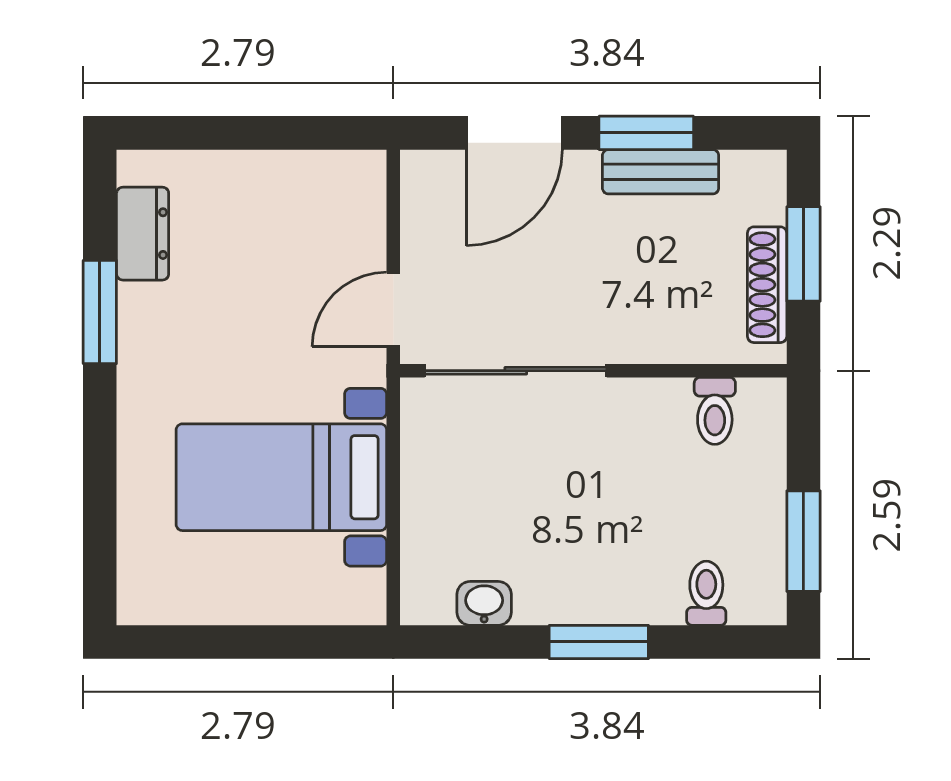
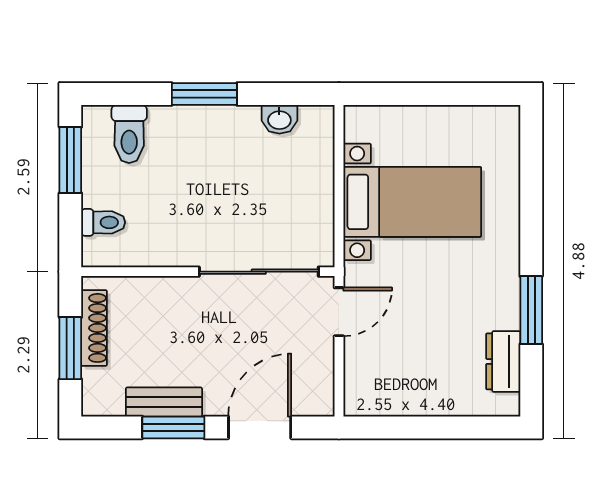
toilet: (715, 411) -> (103, 222), moved, turned 90
toilet: (706, 593) -> (129, 134), width x1.37, depth x1.39

